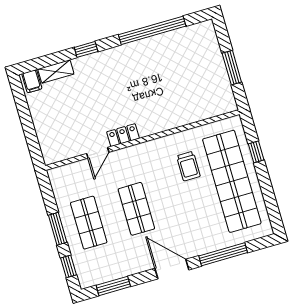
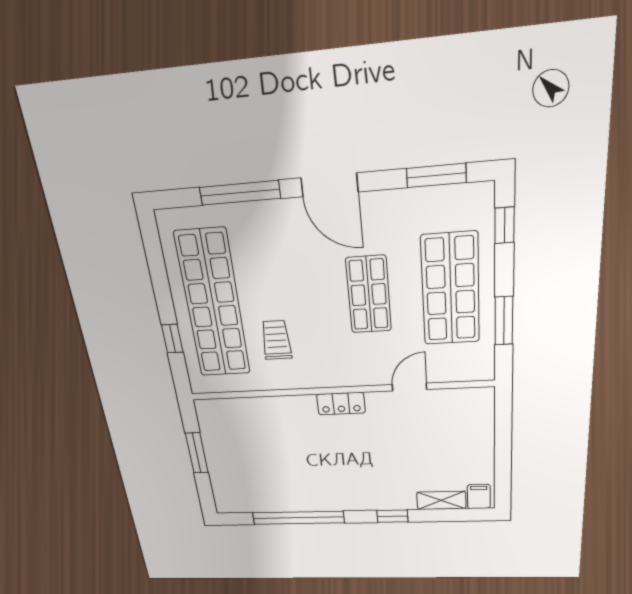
locker: (123, 135) -> (341, 404), moved
shop shelf: (89, 223) -> (451, 289), width x1.43, depth x1.36
window: (58, 229) -> (504, 321), moved

